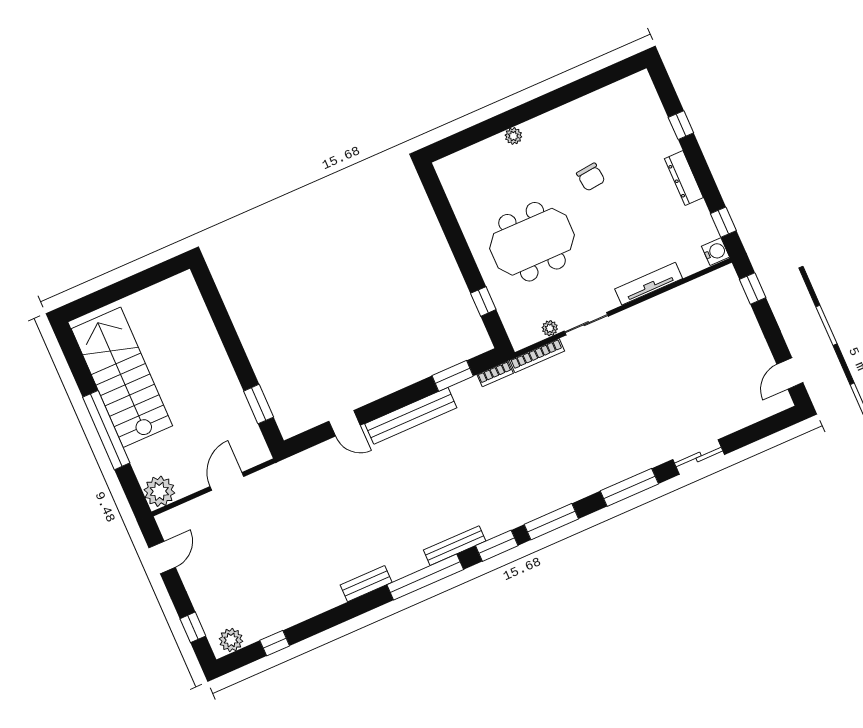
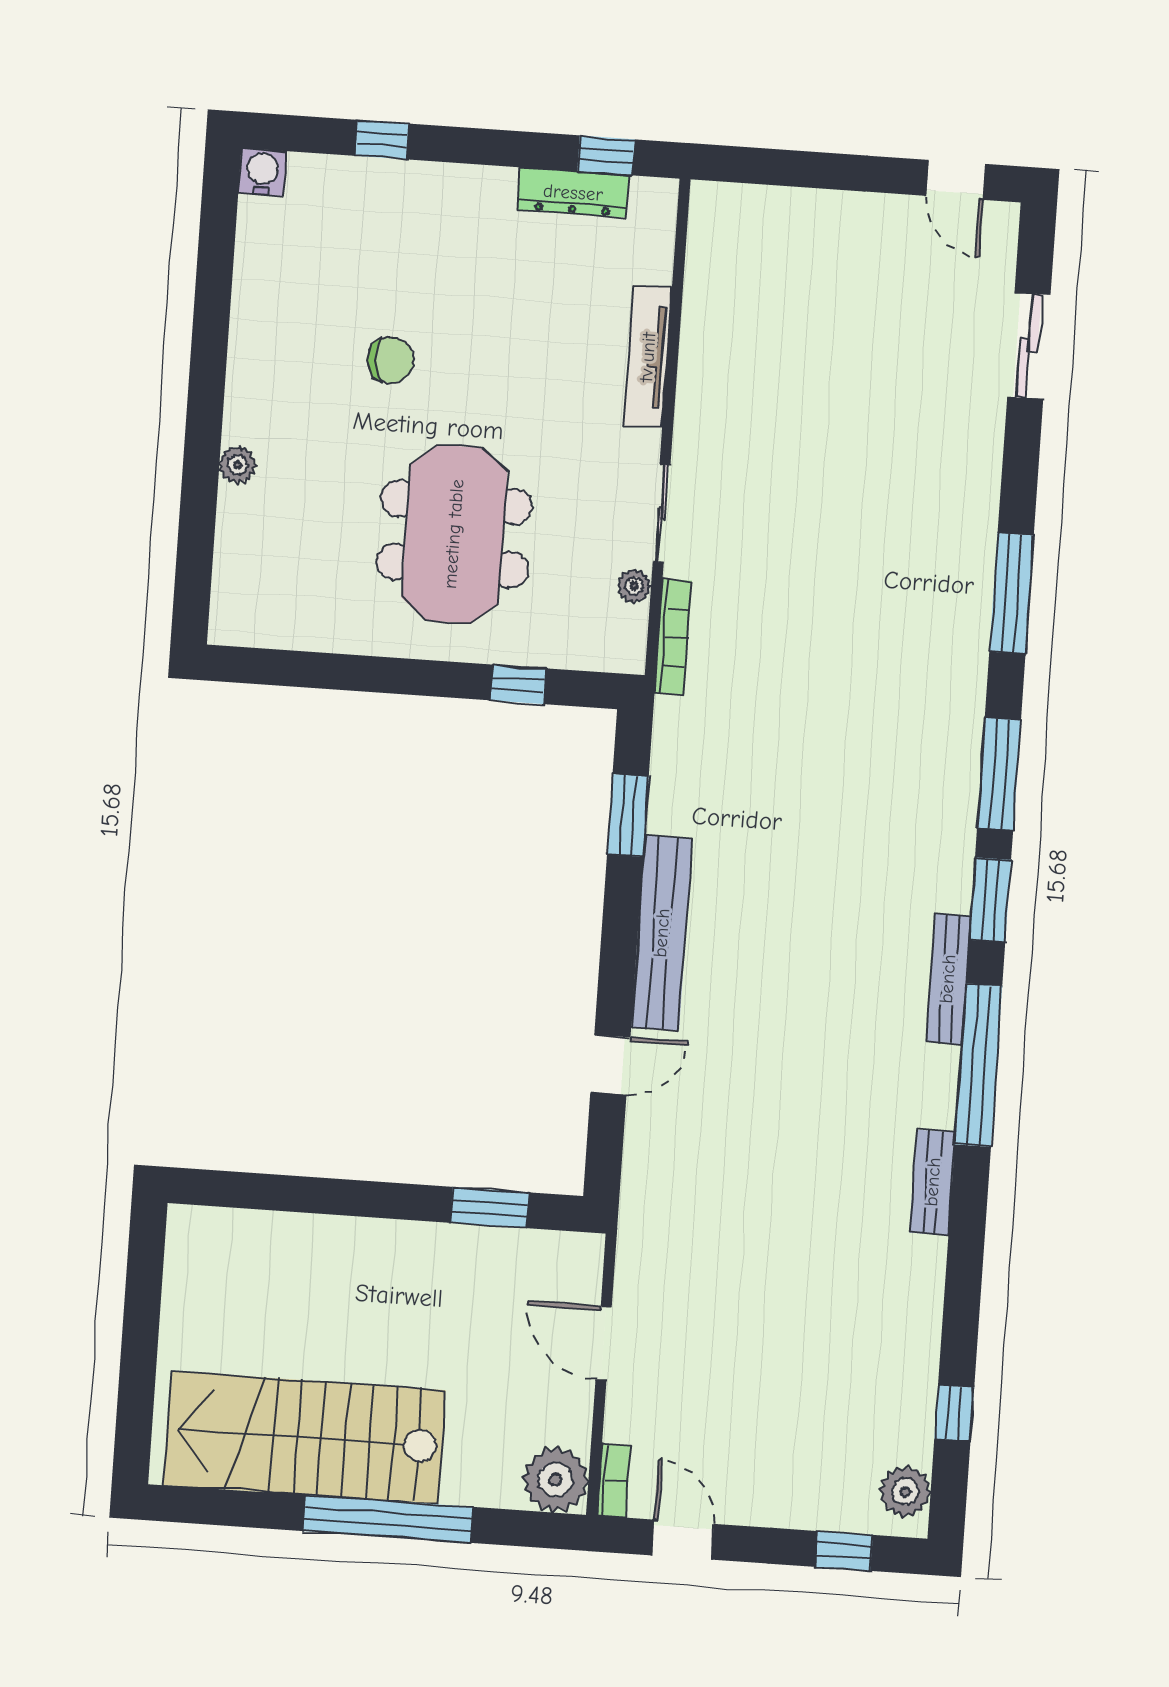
dresser: (684, 178) -> (573, 193), moved
water cooler: (716, 252) -> (262, 172), moved
window: (753, 289) -> (760, 166), removed
bookcase: (495, 374) -> (614, 1481), moved
sliding door: (699, 457) -> (1029, 346), moved

